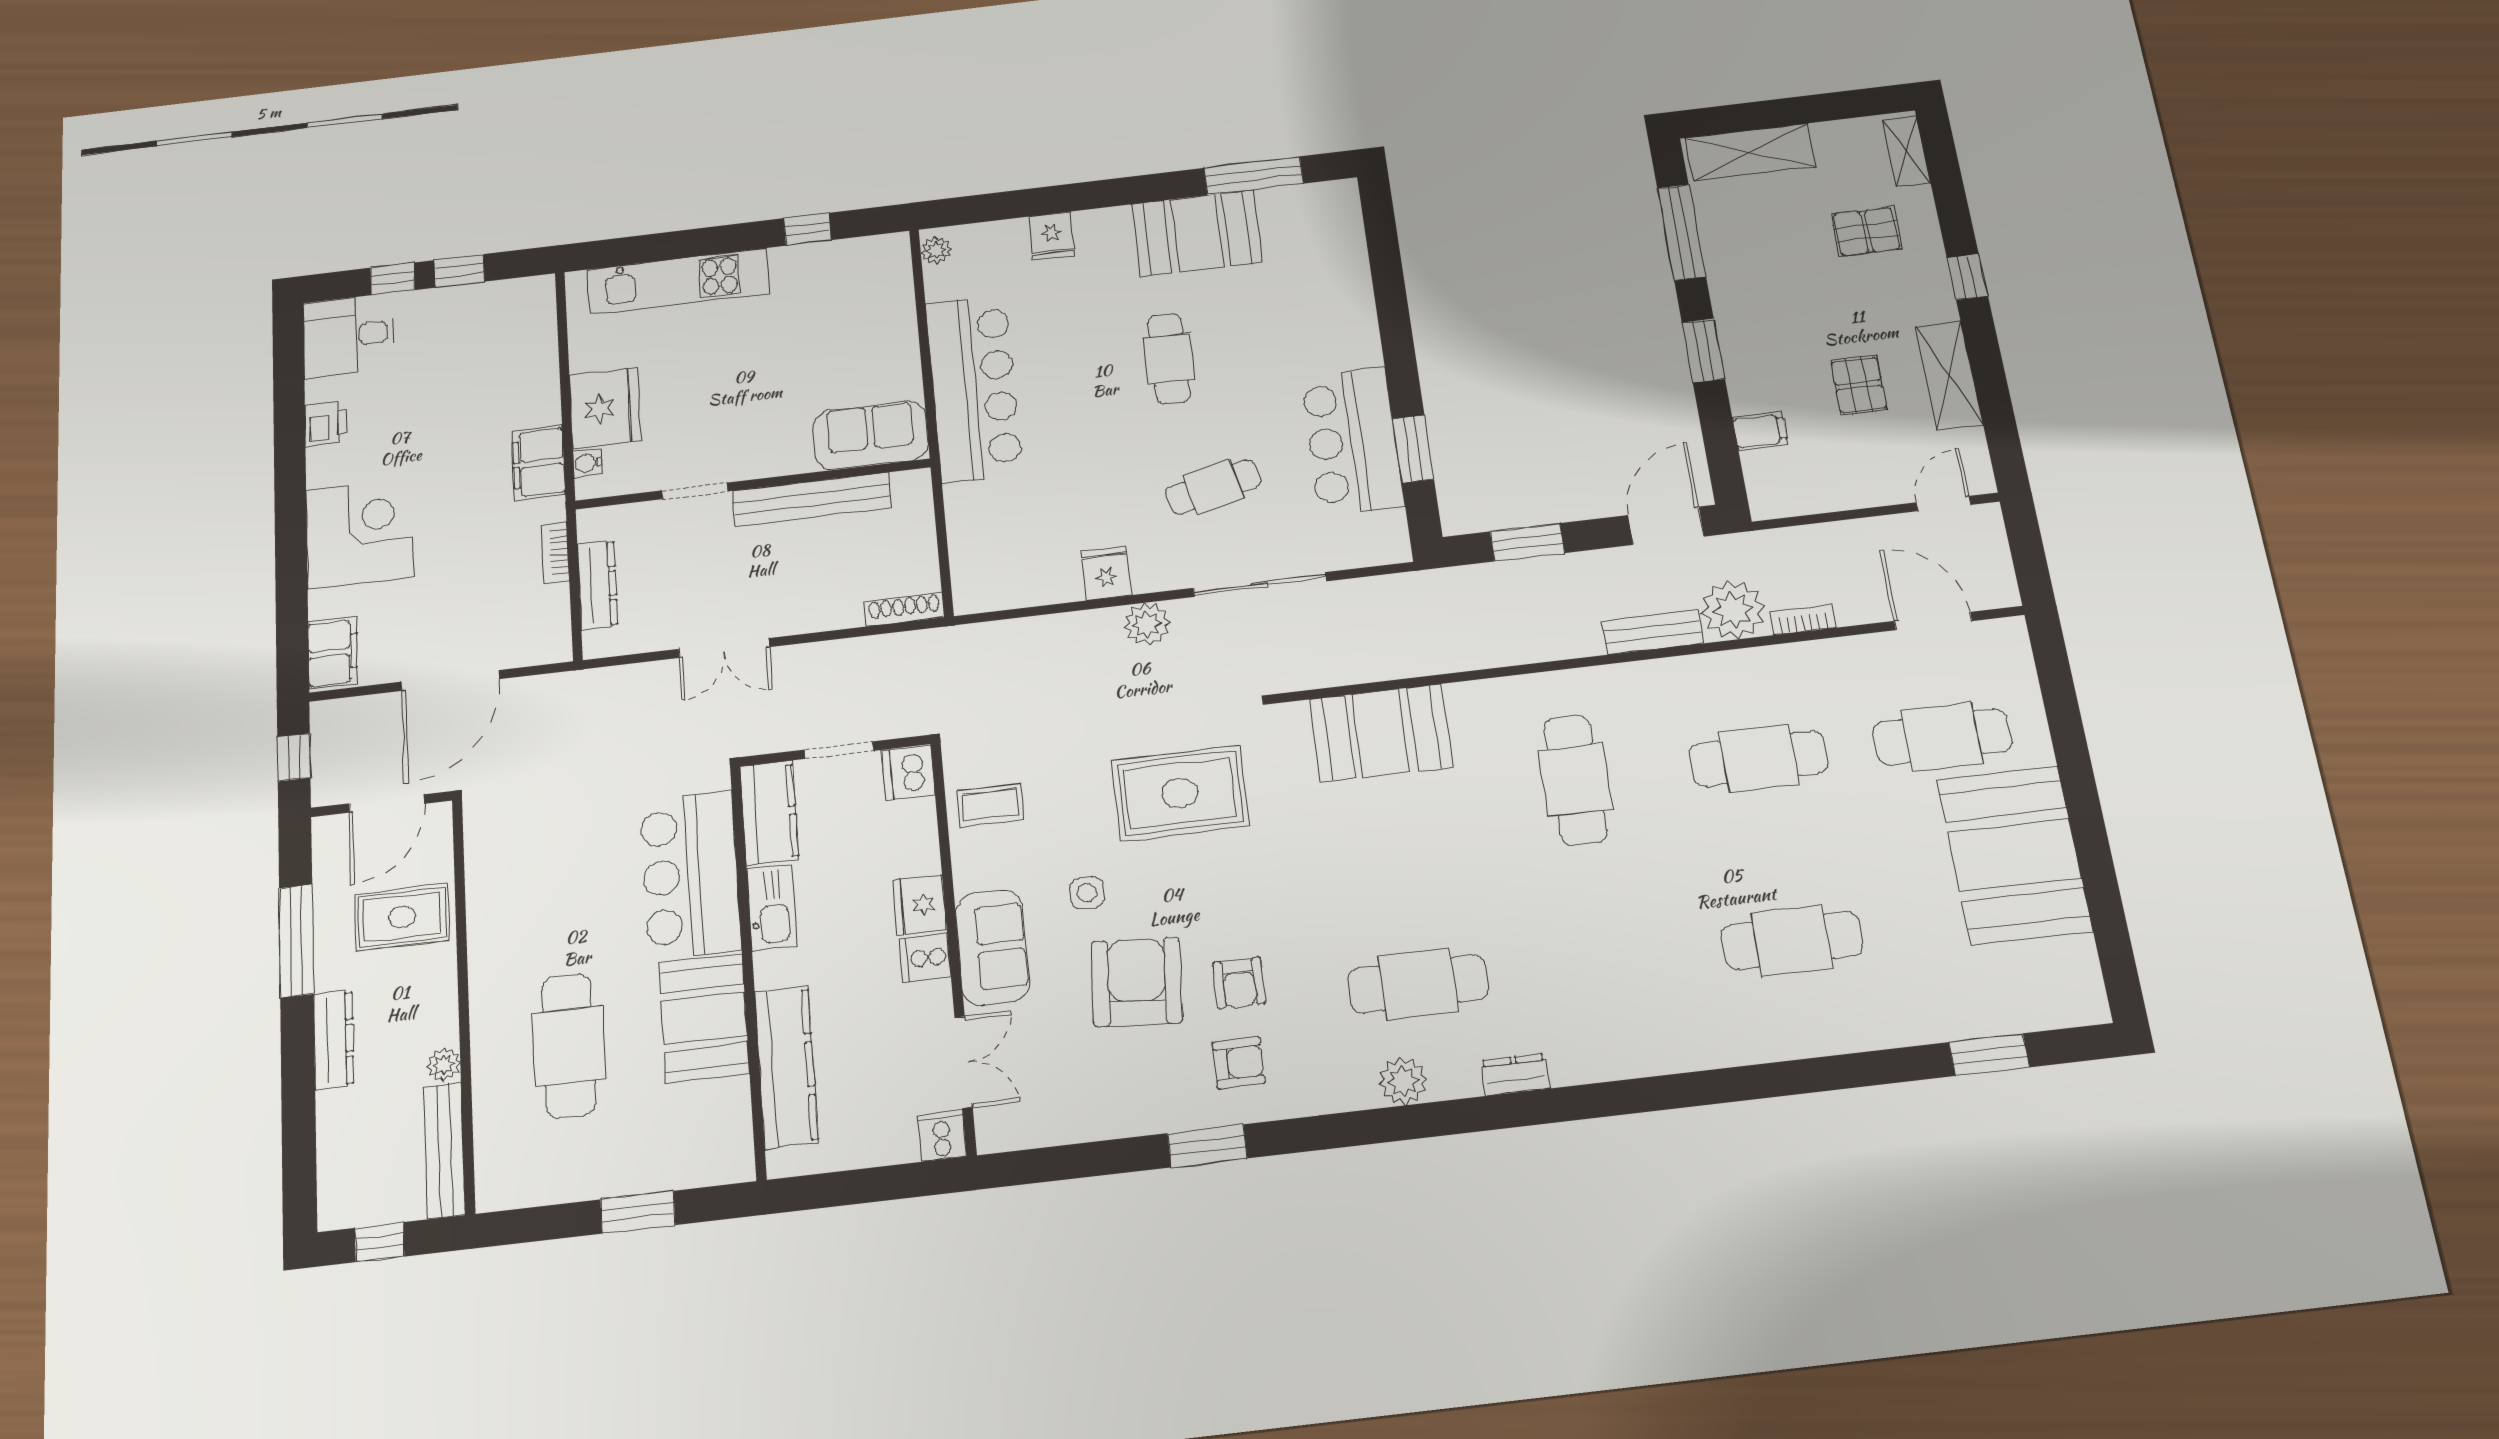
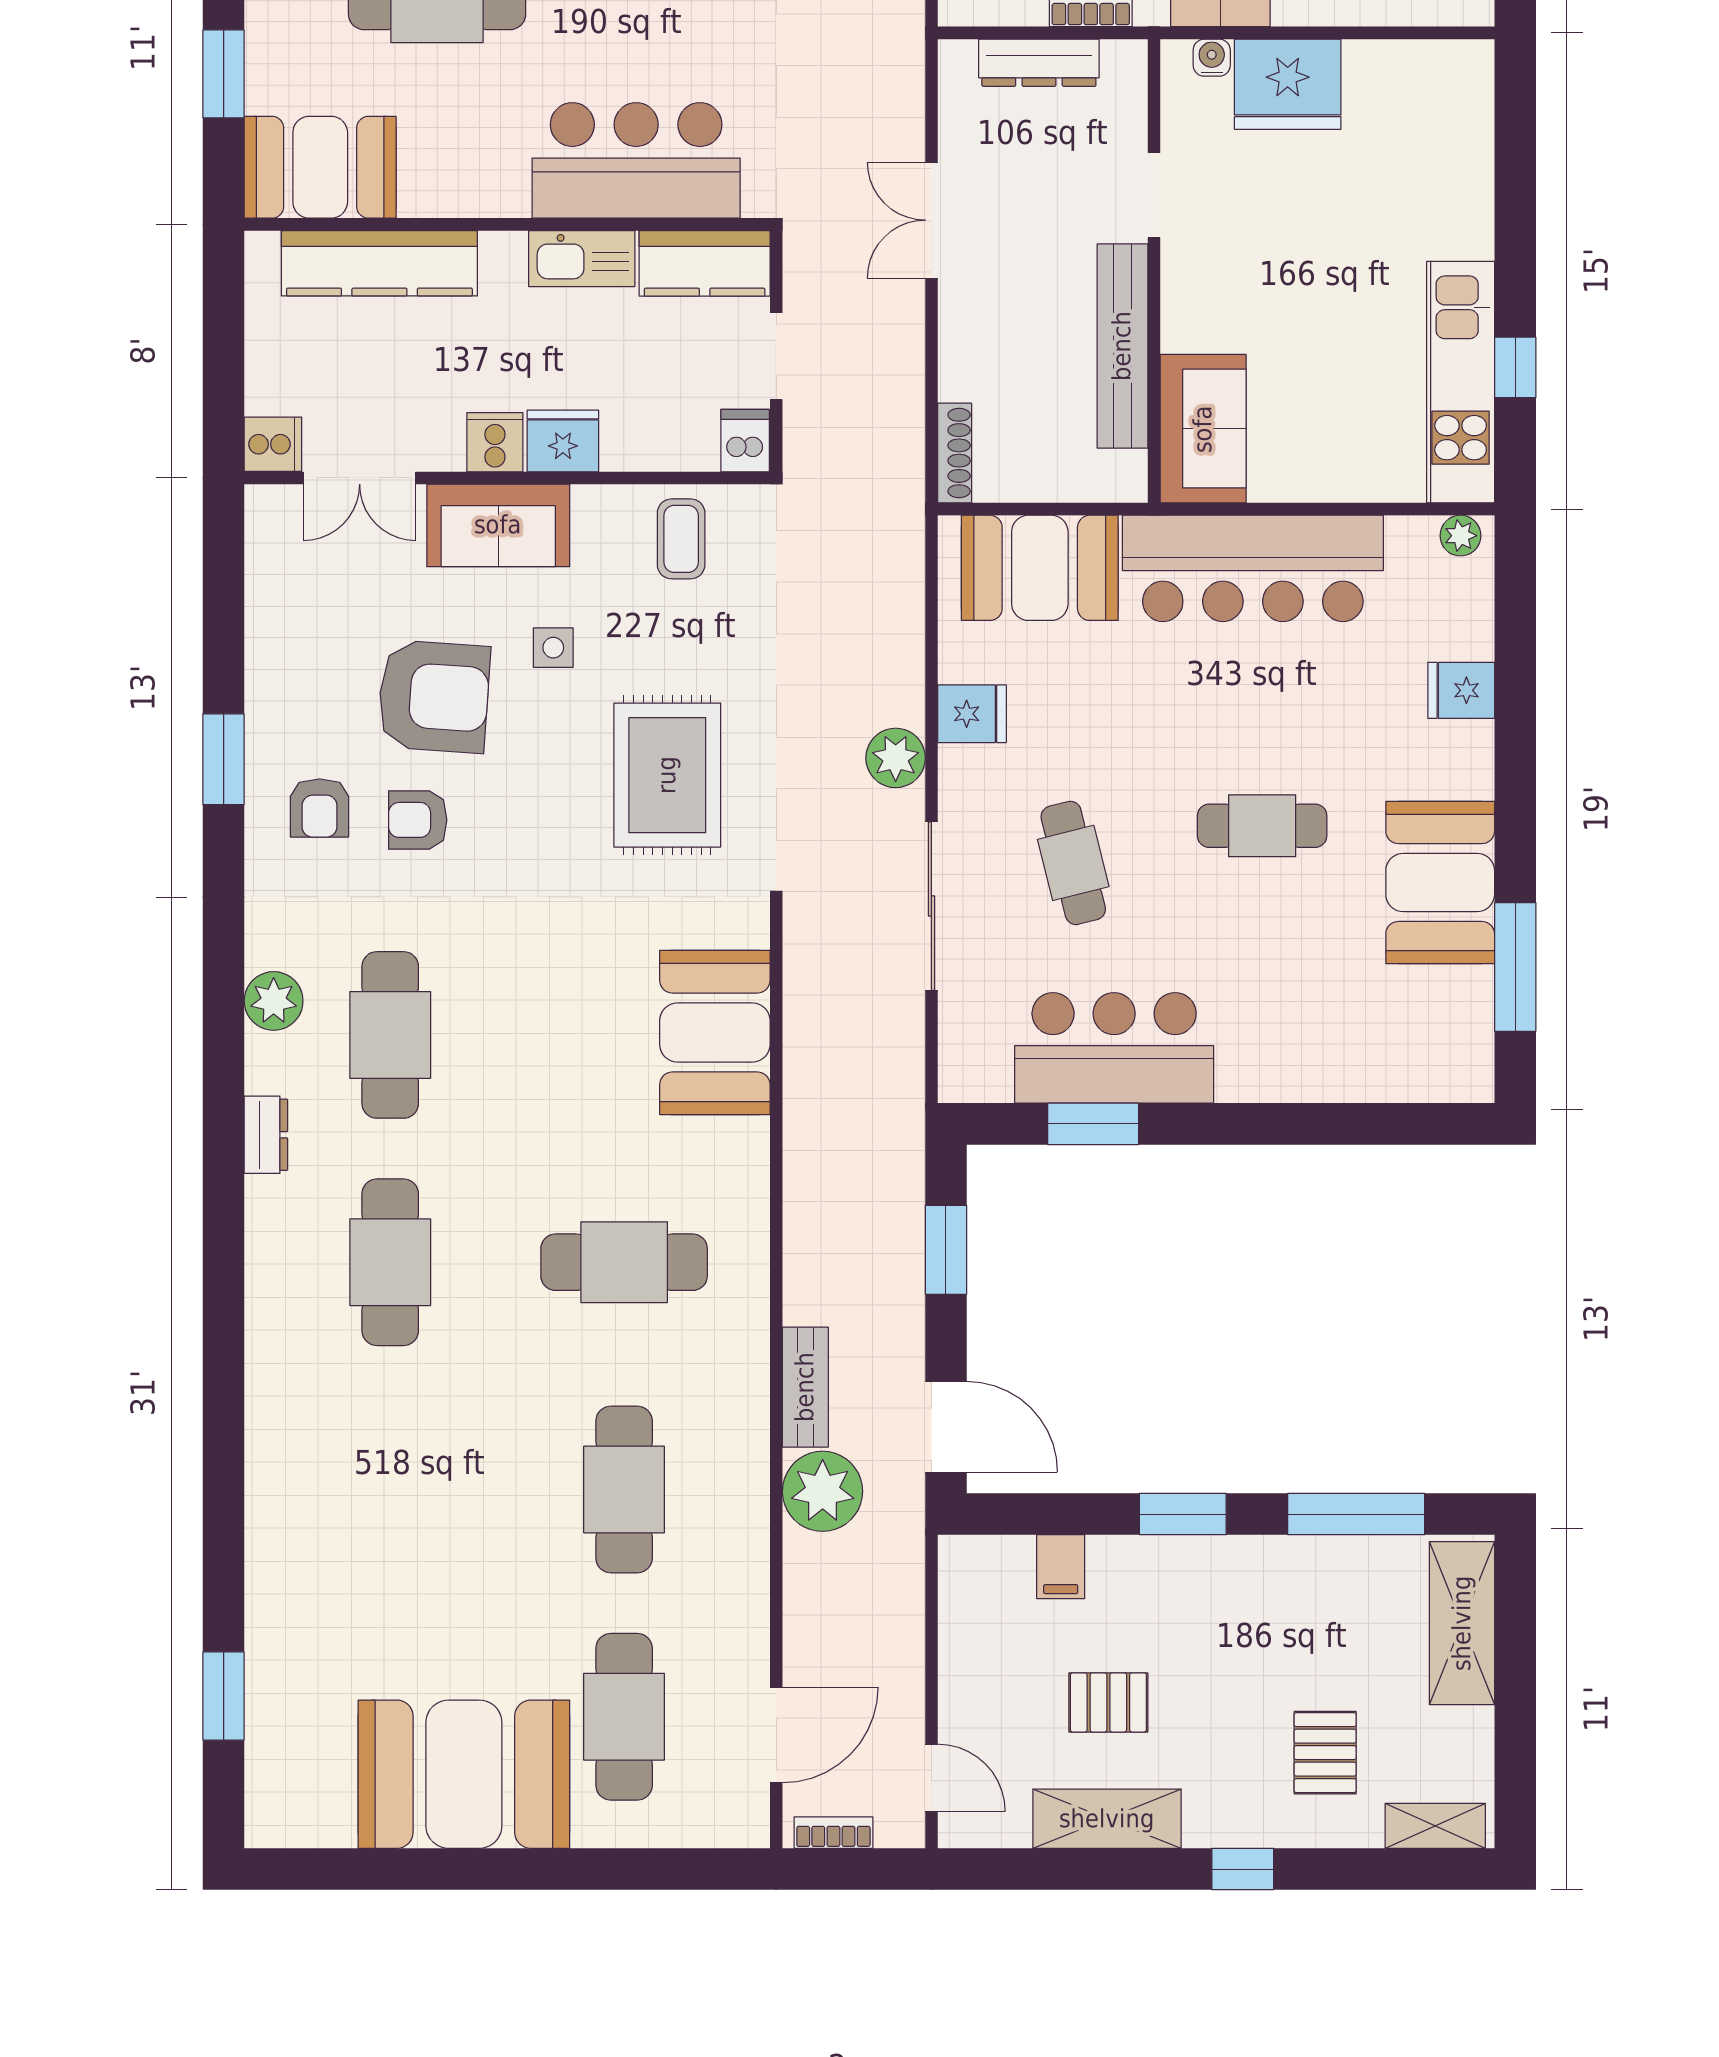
kitchen unit: (678, 281) -> (1461, 382), moved
booth: (988, 538) -> (1040, 568), added
bookcase: (1803, 620) -> (833, 1833), moved, turned -90
dishwasher: (908, 773) -> (745, 441), width x0.73
cafe table: (1792, 940) -> (390, 1262), moved
booth: (704, 1018) -> (320, 167), moved

